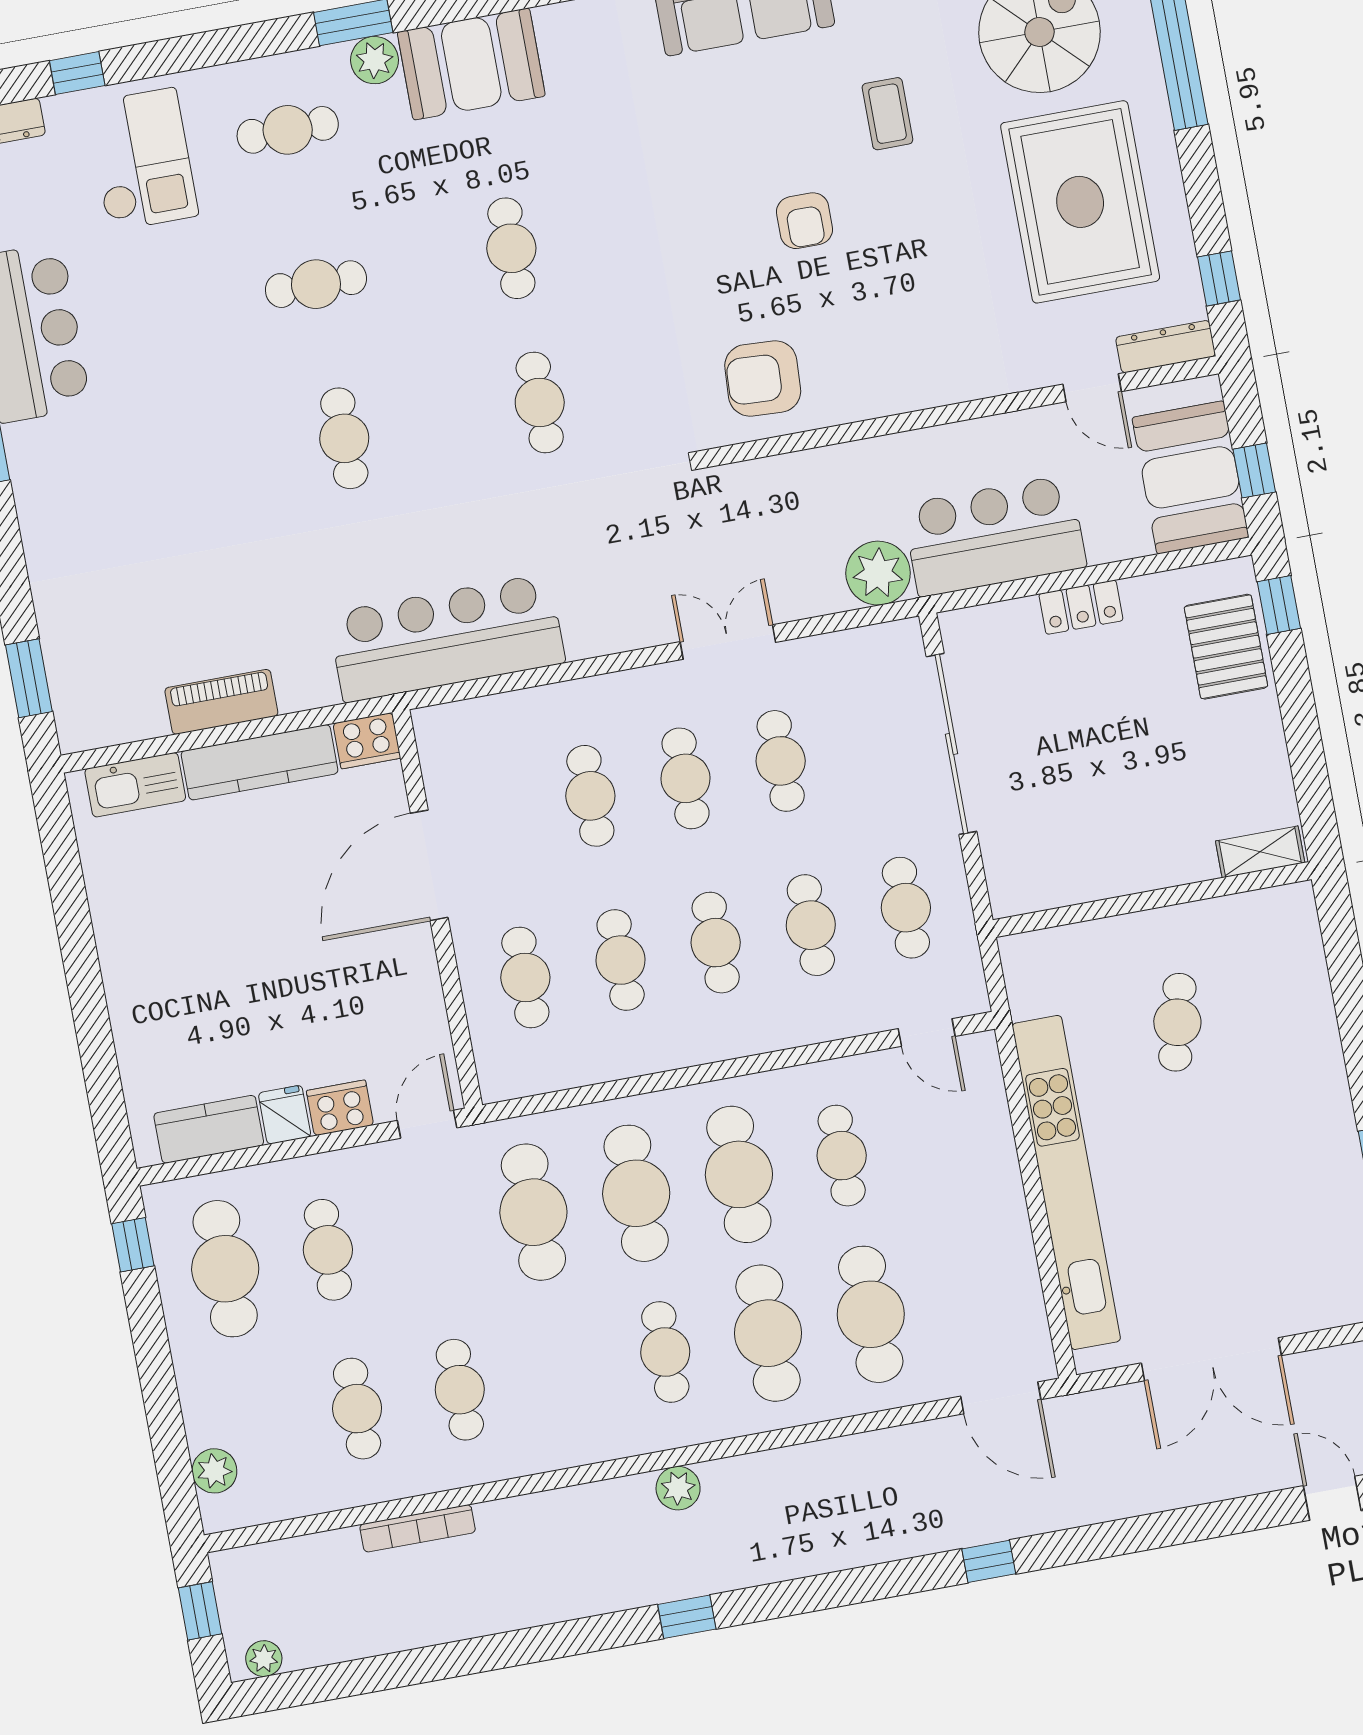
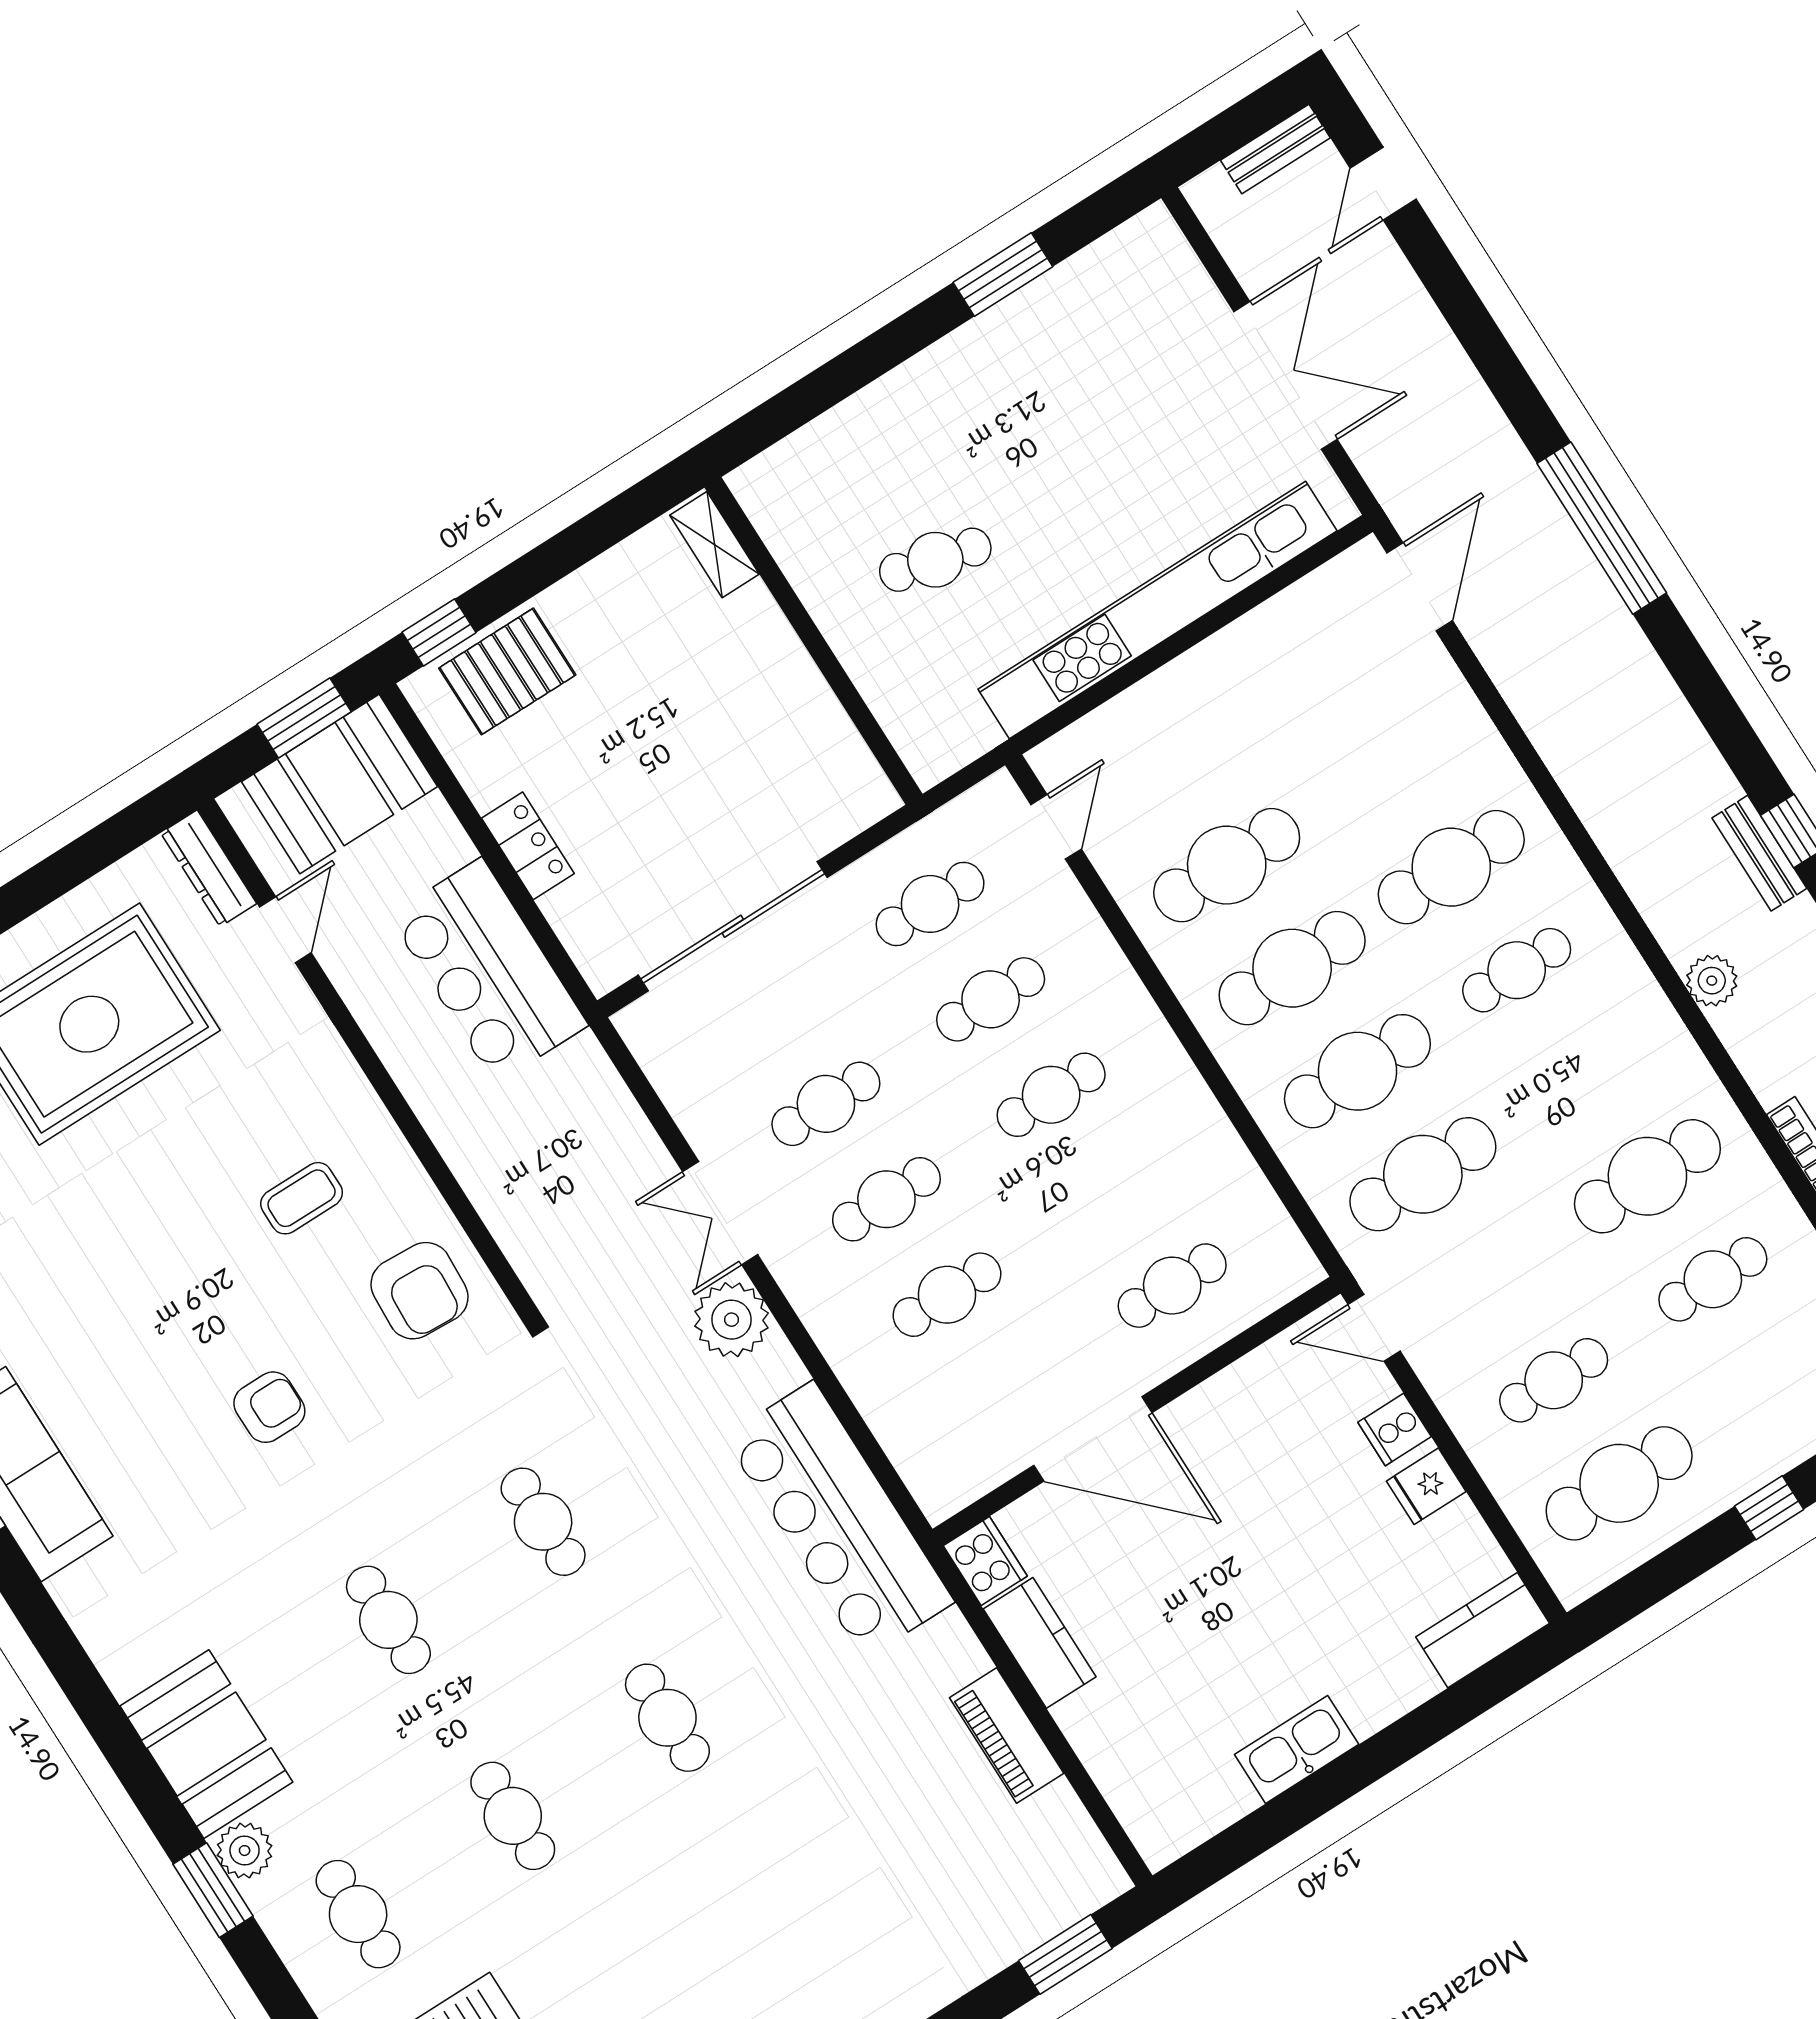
coffee table: (887, 114) -> (302, 1198), moved
armchair: (804, 221) -> (269, 1407), moved
cafe table: (511, 248) -> (388, 1620), turned 90
window: (1219, 278) -> (111, 840), removed
cafe table: (540, 402) -> (543, 1522), turned 90
cafe table: (344, 438) -> (667, 1718), turned 90
window: (1254, 471) -> (304, 718), width x1.50
plant: (878, 573) -> (732, 1320), moved
kitchen counter: (260, 762) -> (1040, 1643), width x0.67
kitchen sink: (135, 785) -> (1297, 1749), moved, turned -90
cafe table: (621, 960) -> (1112, 1190), removed
cooker: (340, 1108) -> (1395, 1429), width x0.73
kitchen counter: (209, 1129) -> (1483, 1630), moved, turned 90
cafe table: (842, 1156) -> (1227, 865), width x1.37, depth x1.35
window: (133, 1245) -> (1769, 1508), moved
cafe table: (871, 1314) -> (1386, 764), removed
cafe table: (460, 1390) -> (1647, 1176), width x1.37, depth x1.35
plant: (678, 1488) -> (1712, 981), moved
window: (989, 1561) -> (1602, 528), width x3.17
bench: (680, 1582) -> (1759, 853), added

